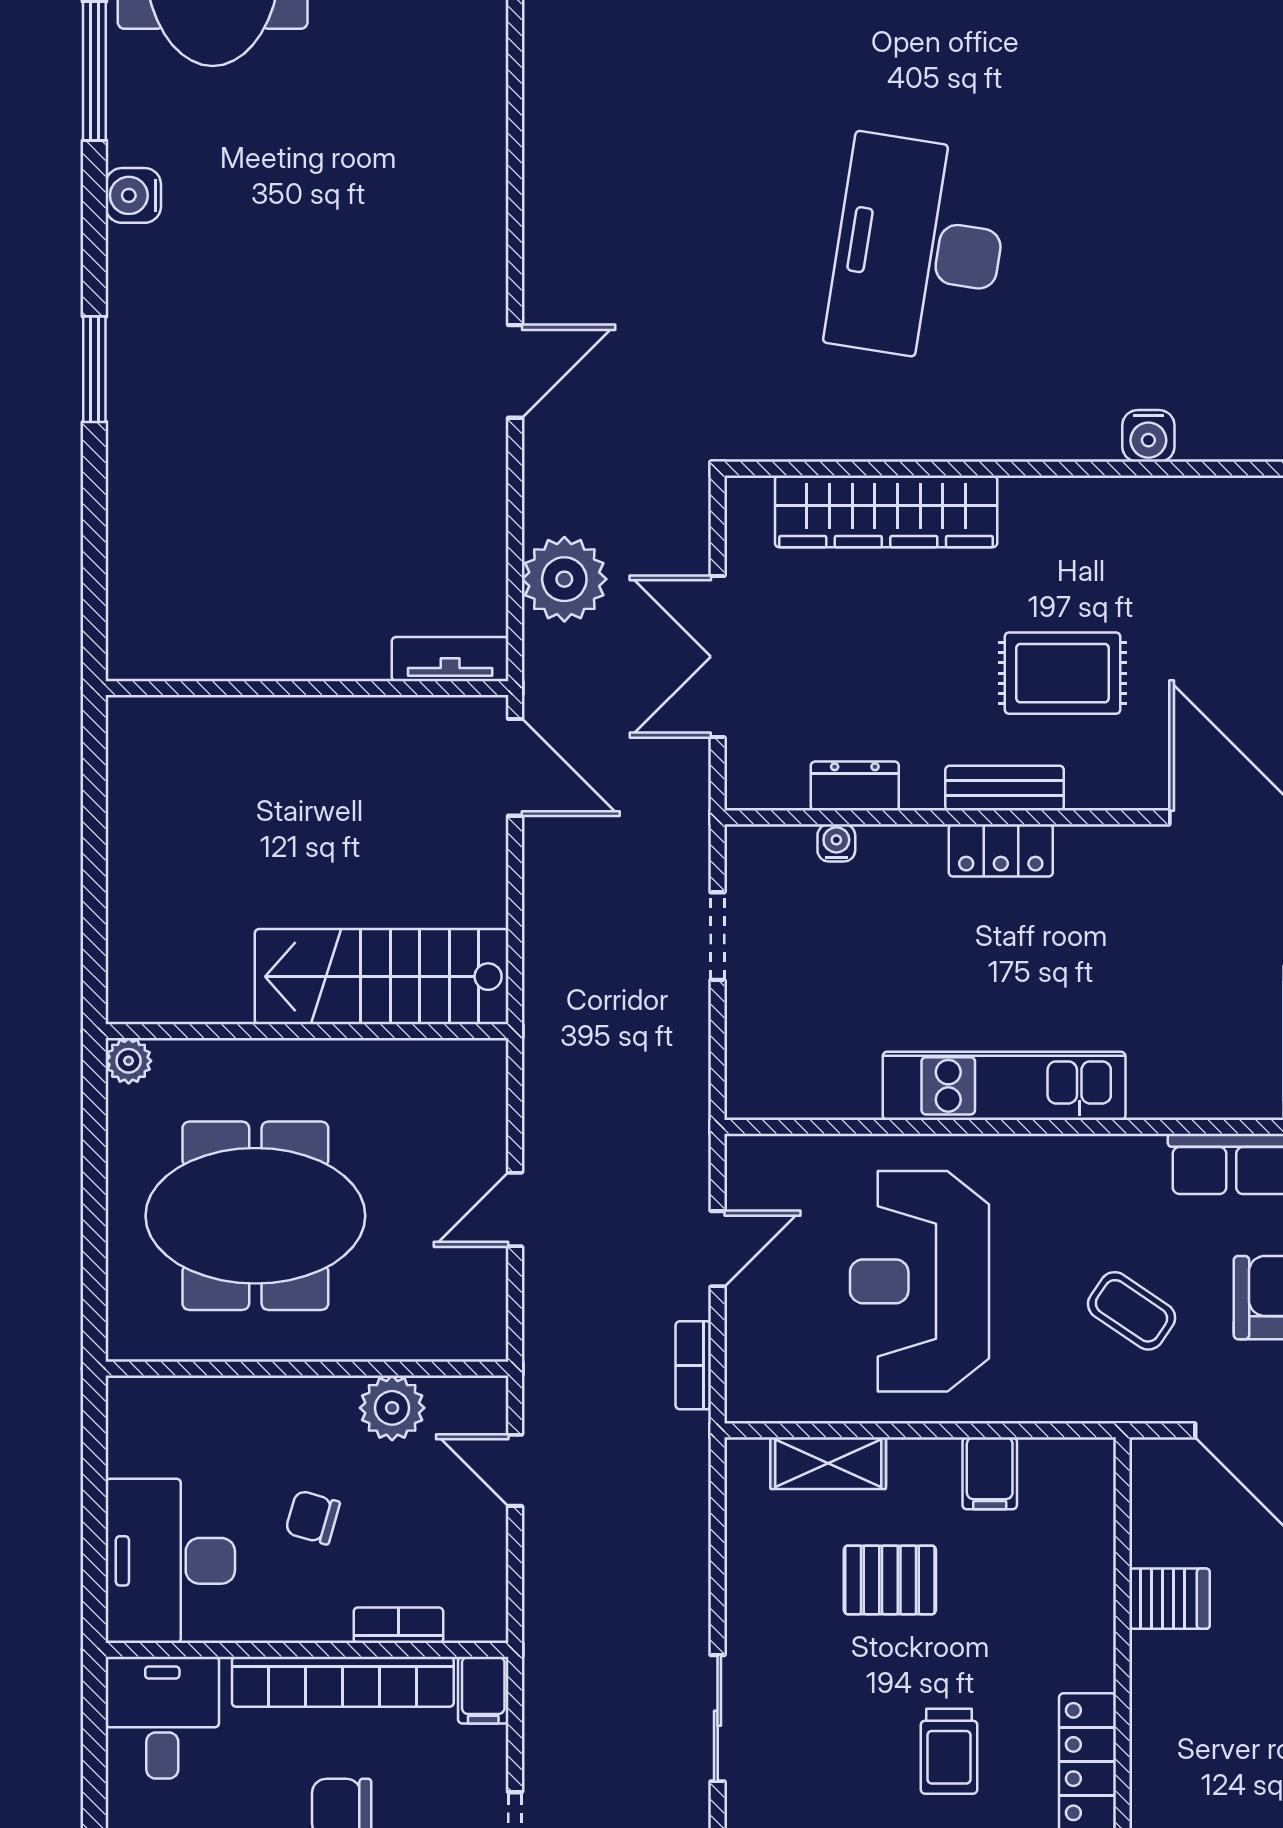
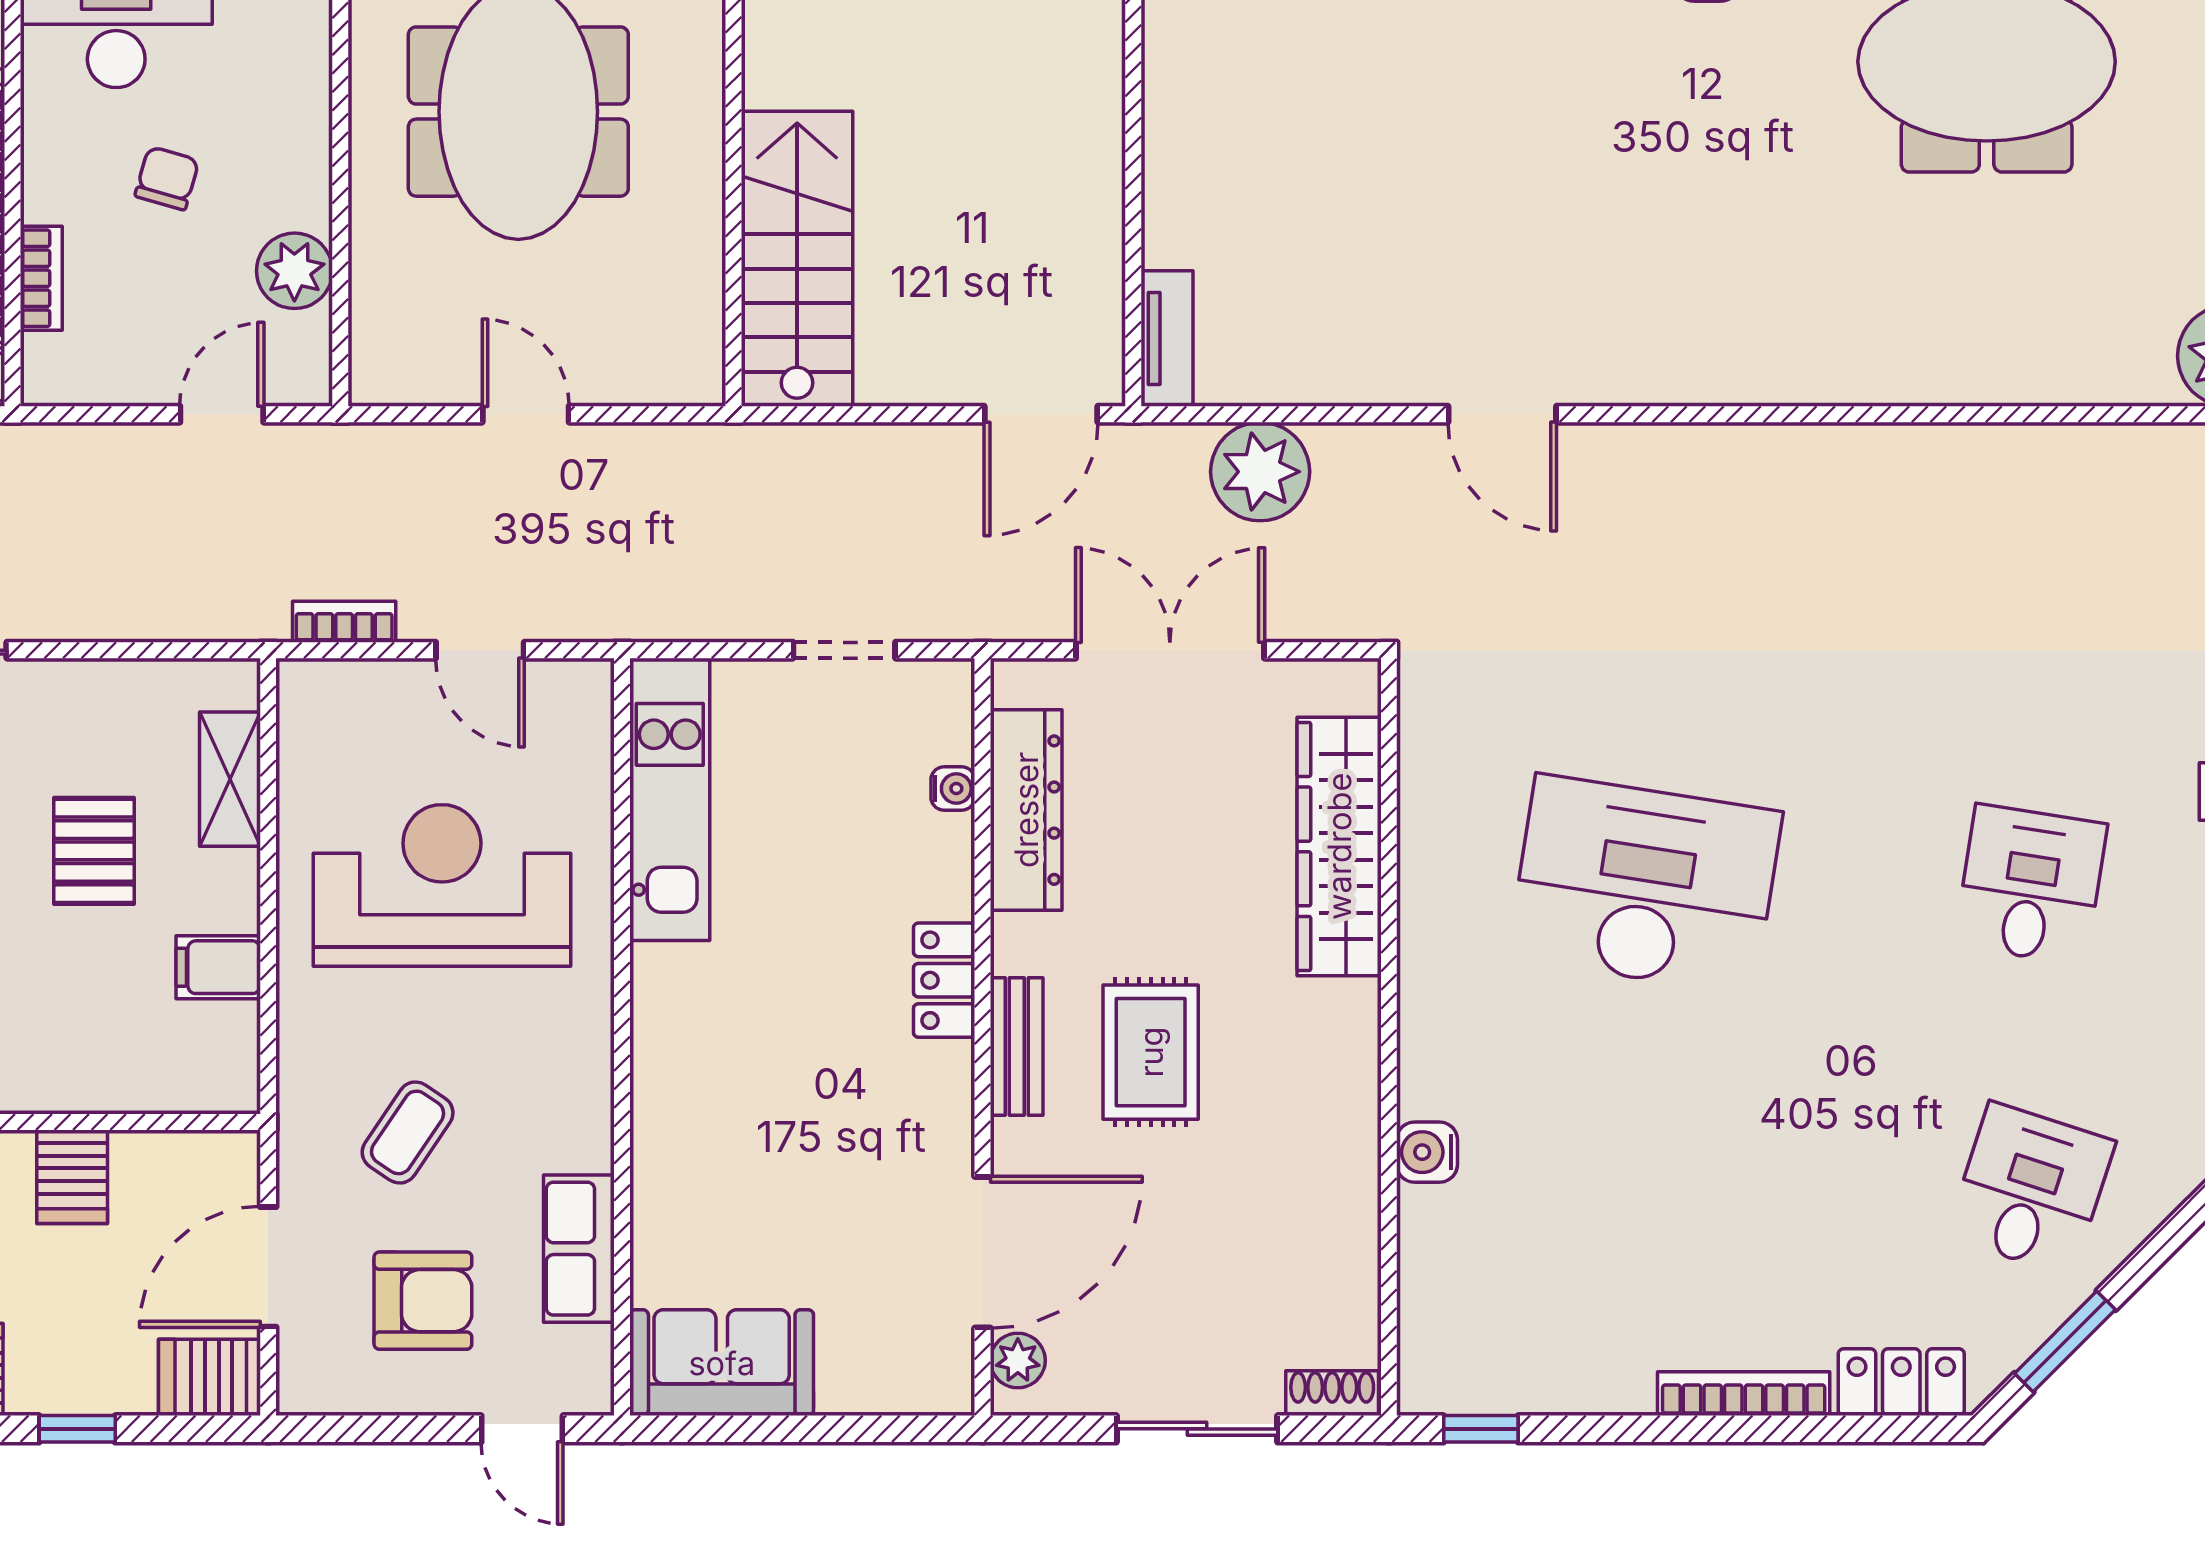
dresser: (855, 786) -> (1026, 810), width x1.96, depth x1.24
bench: (1005, 788) -> (1017, 1047), moved
kitchen unit: (1004, 1086) -> (670, 799), moved

